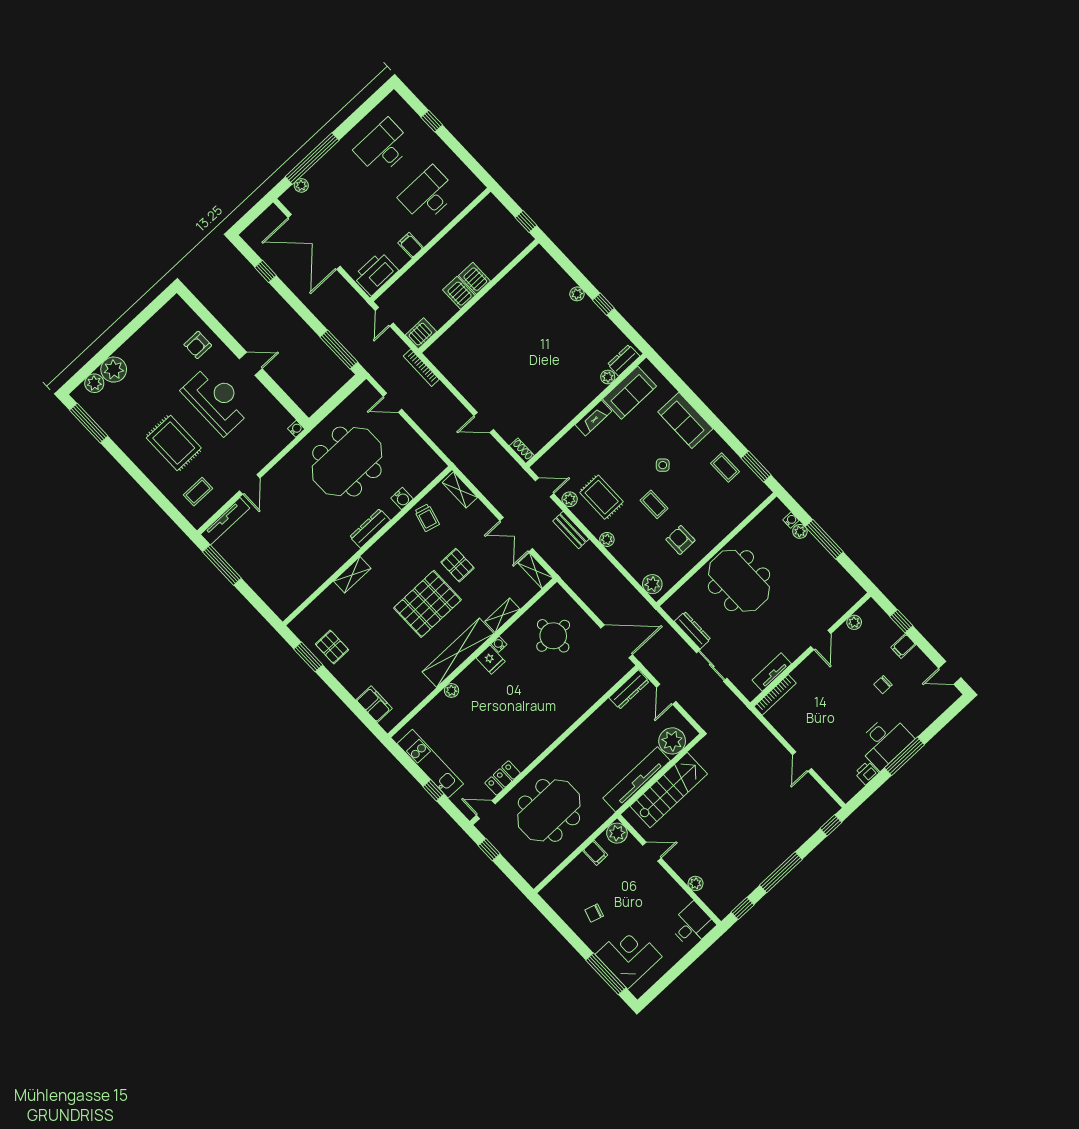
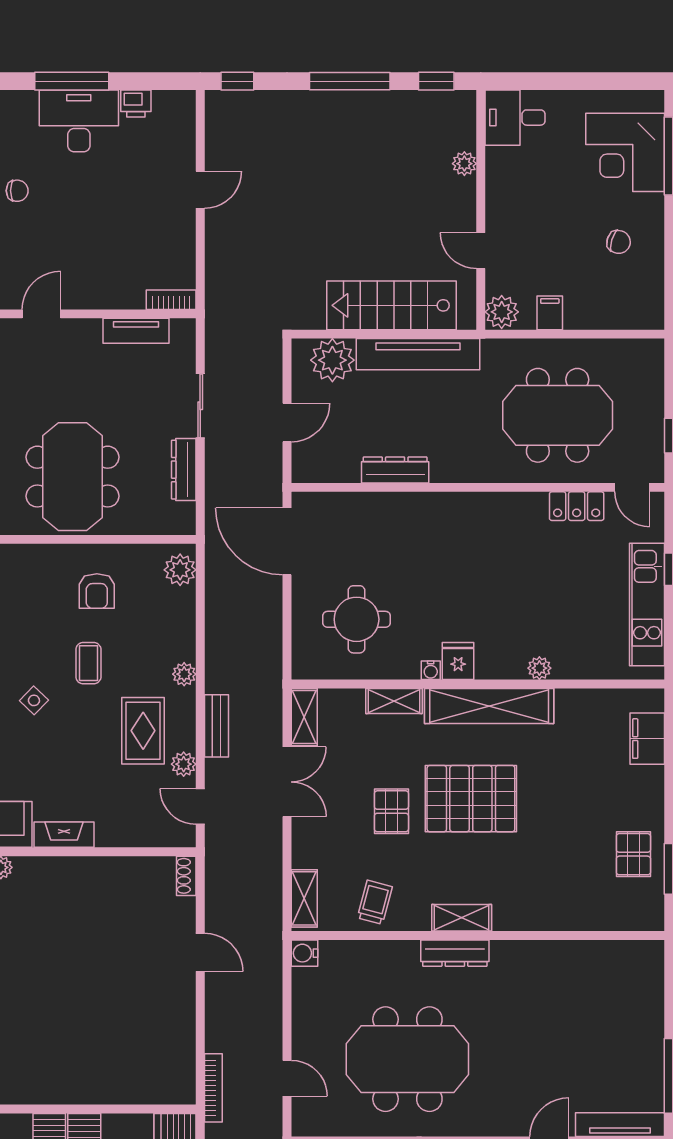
water cooler: (402, 498) -> (304, 953), moved, turned -90
shelving: (352, 575) -> (462, 918), moved
dresser: (629, 690) -> (395, 470), moved
bookcase: (775, 695) -> (171, 300), width x0.64

